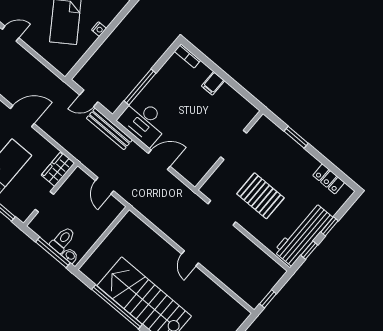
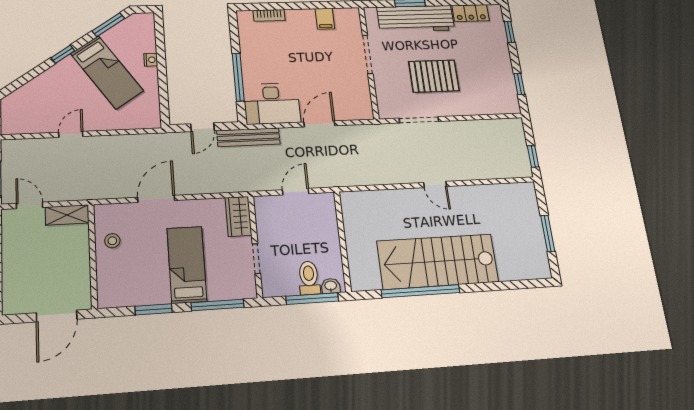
bookcase: (187, 56) -> (269, 15), moved
filing cabinet: (213, 83) -> (325, 19), moved
door: (104, 186) -> (296, 192), swing flipped
window: (329, 226) -> (509, 32), moved
workbench: (303, 234) -> (416, 19), moved, turned -90

